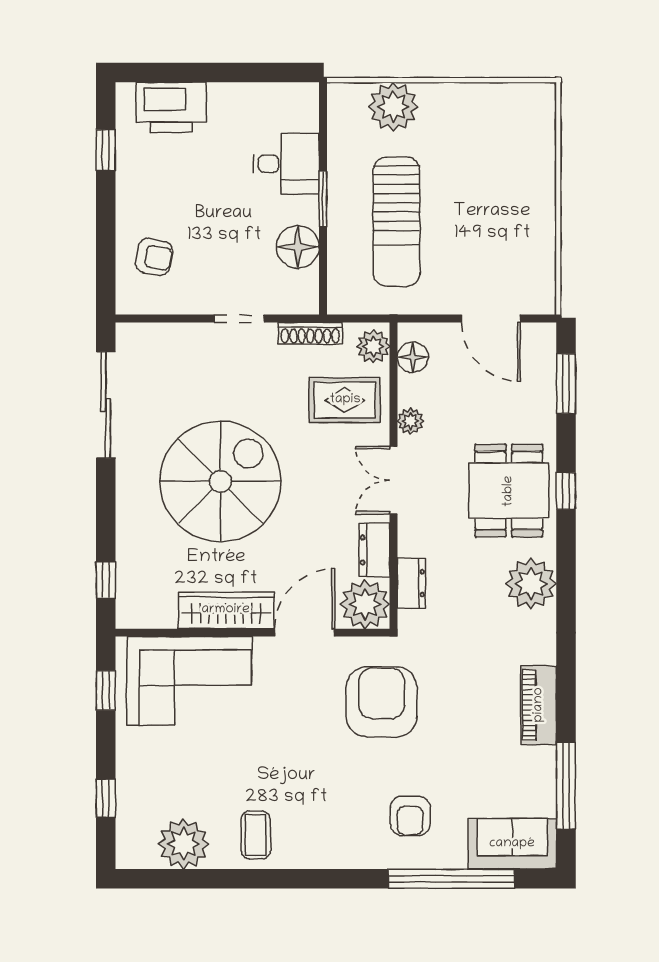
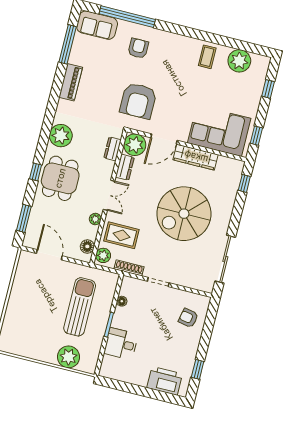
floor lamp: (298, 247) -> (122, 301), width x0.53, depth x0.53

